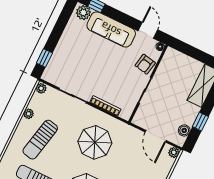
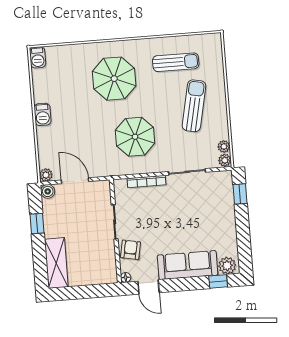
plant: (29, 114) -> (224, 146), moved
boiler: (184, 130) -> (48, 191), moved

